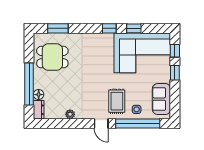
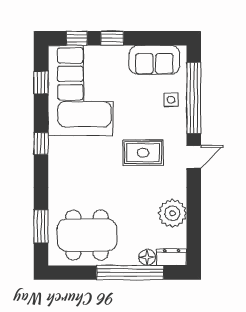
window: (134, 28) -> (41, 83), moved
dining table: (52, 57) -> (87, 235), width x1.38
rug: (117, 101) -> (143, 153), moved
plant: (70, 114) -> (172, 213), width x1.87, depth x1.87

